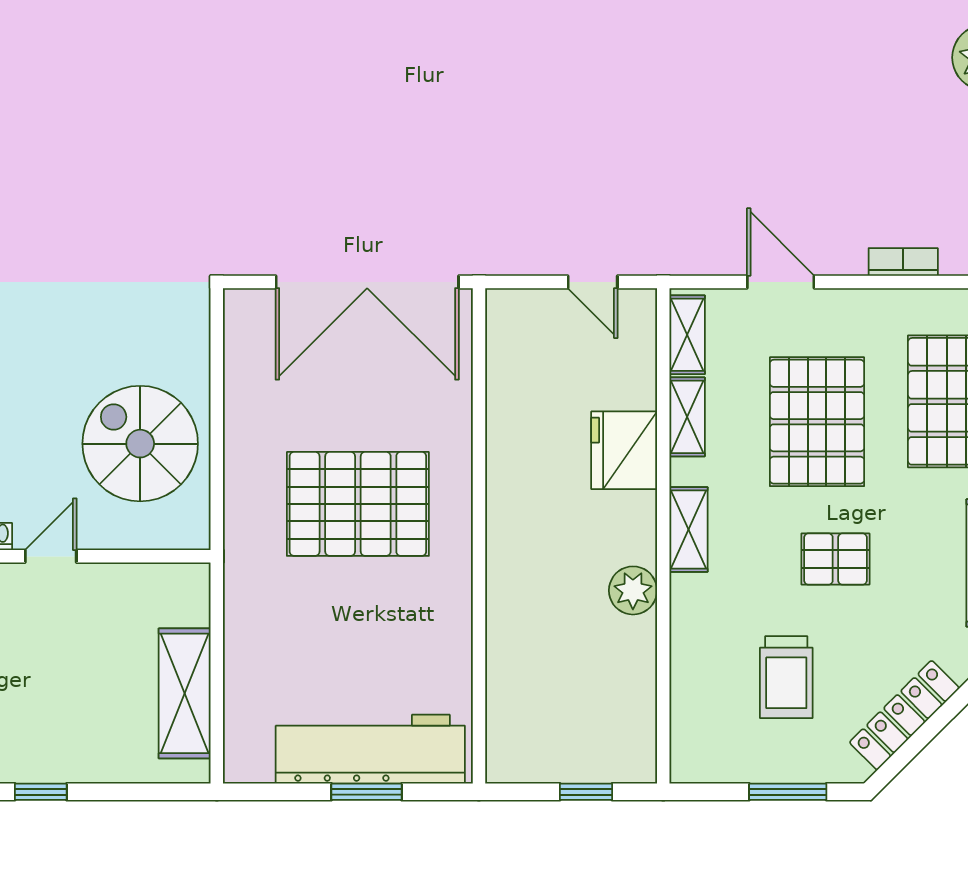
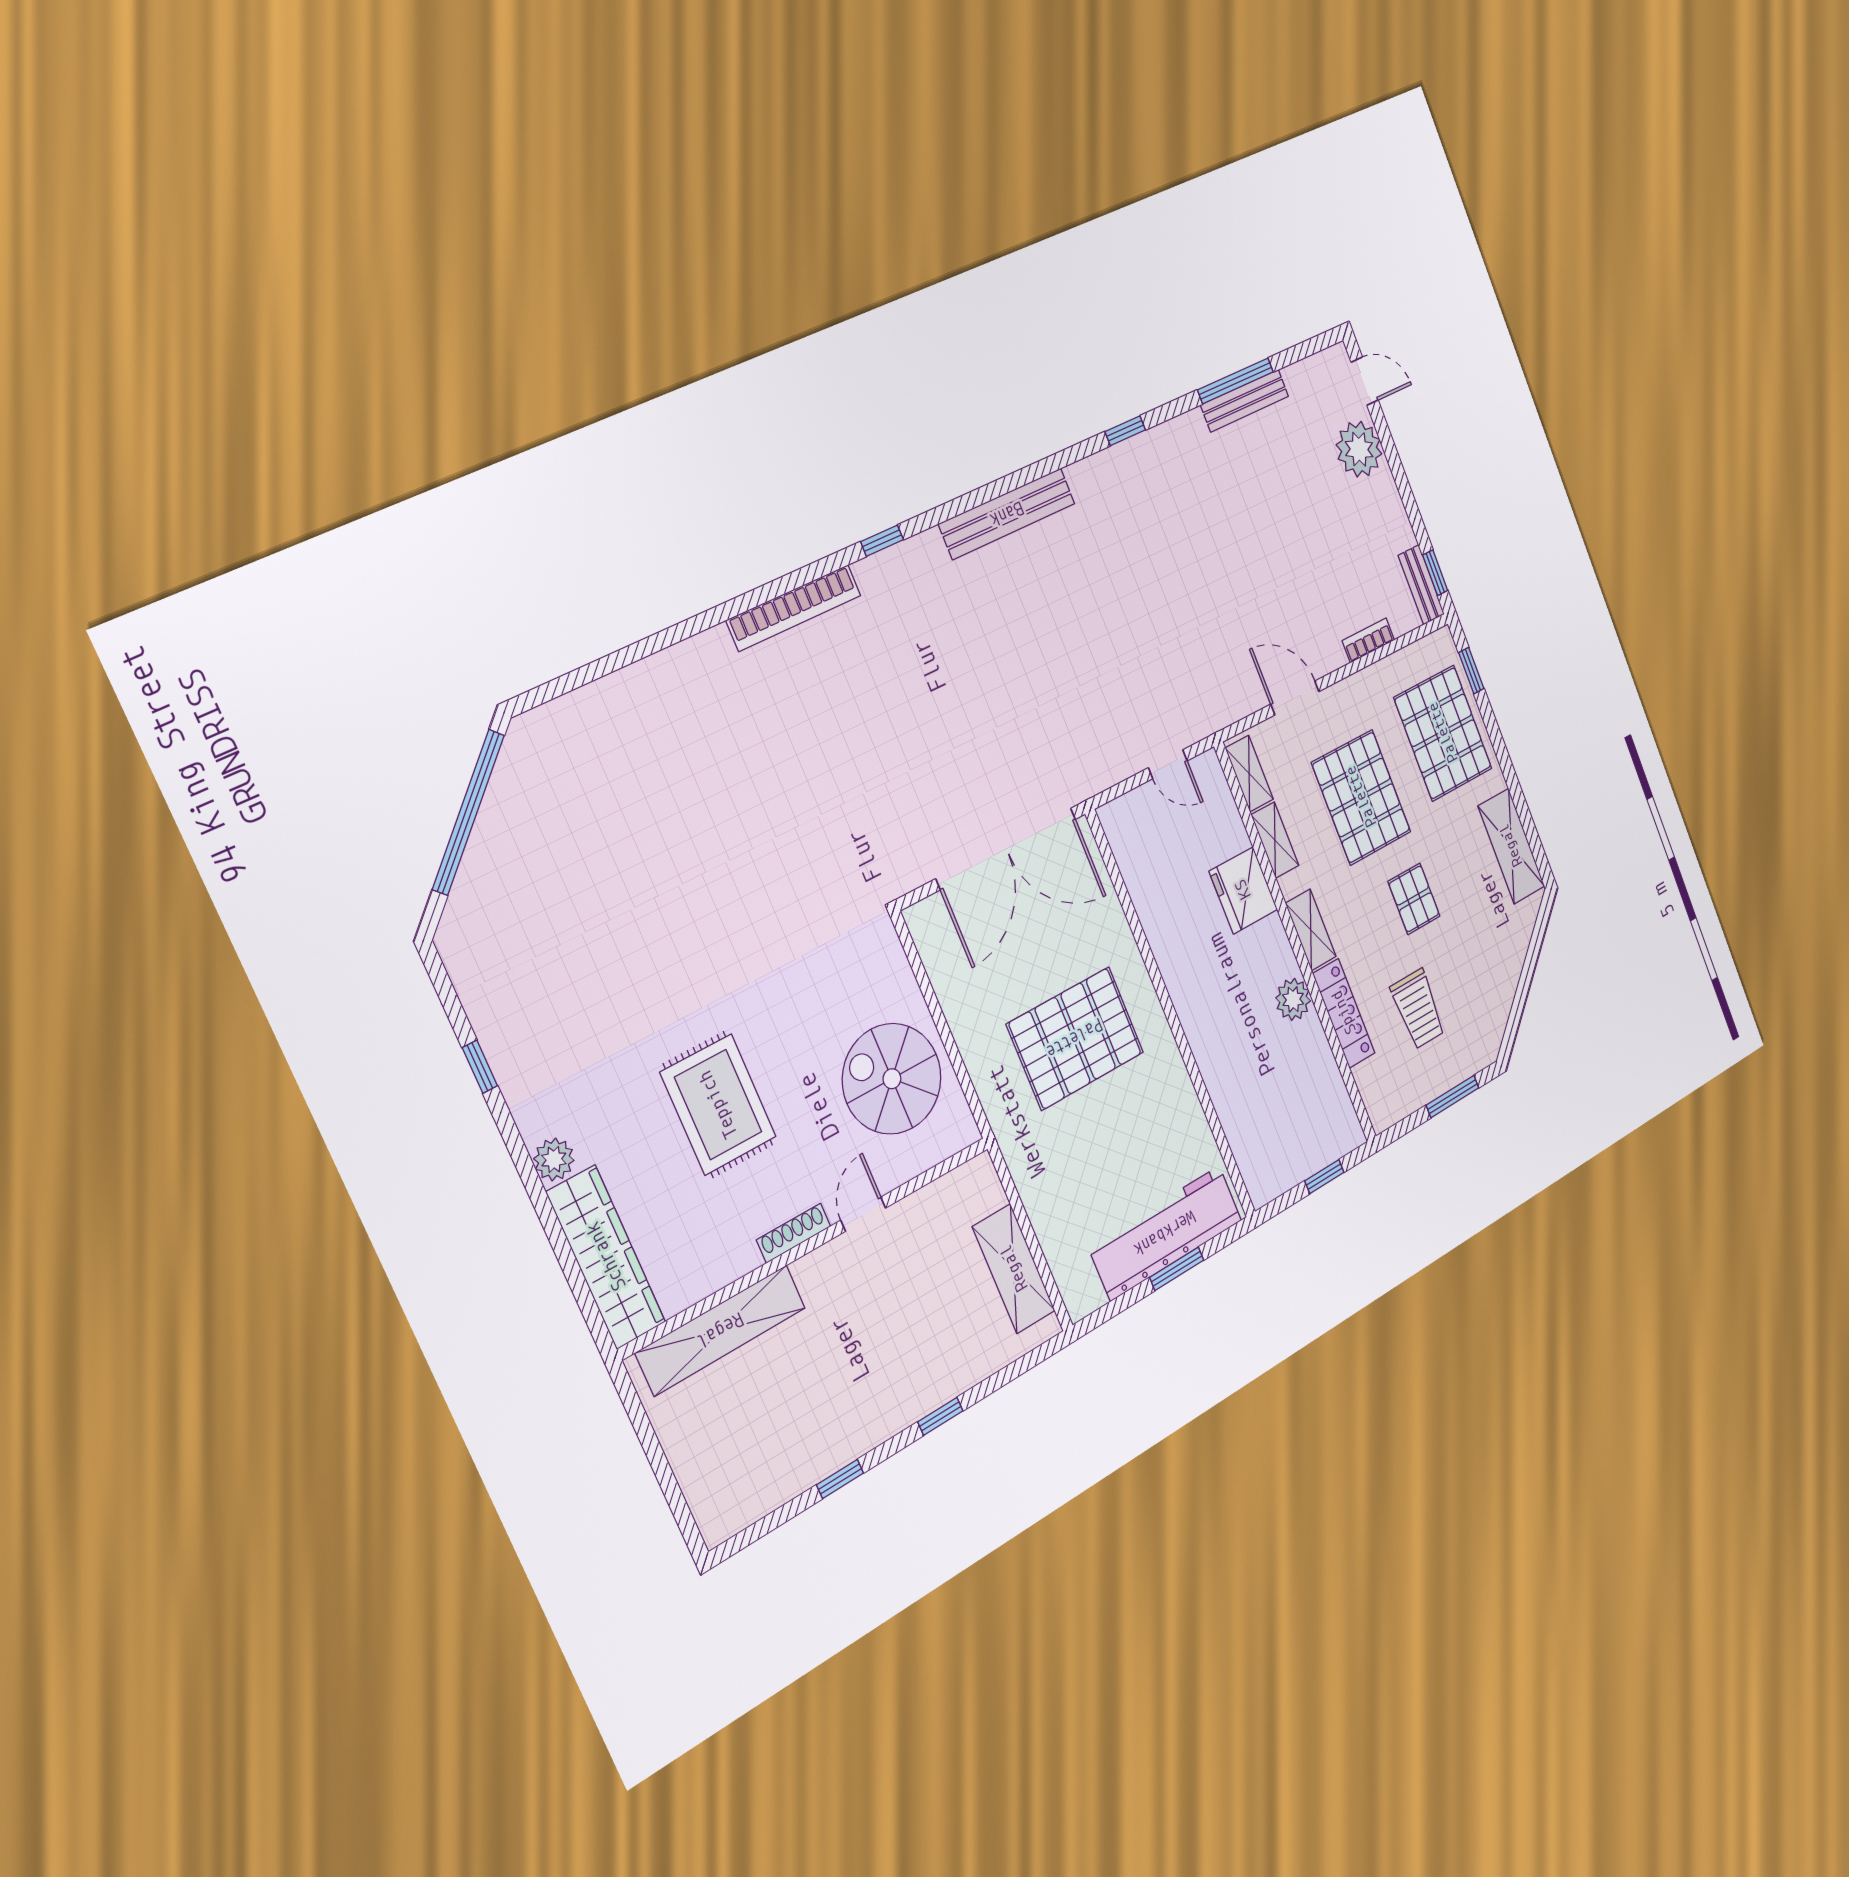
pallet: (835, 559) -> (1414, 899), turned 90
locker: (904, 715) -> (1344, 1013), moved, turned 135

